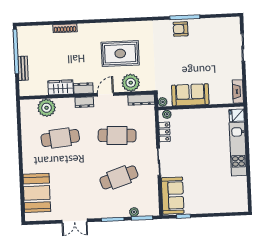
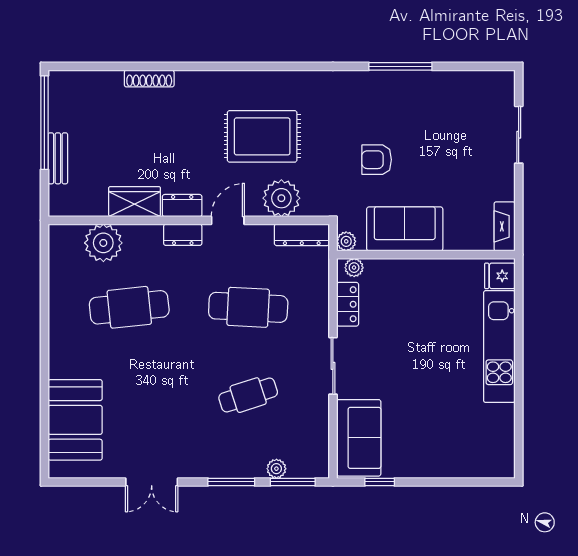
armchair: (181, 29) -> (377, 160), moved
cafe table: (119, 177) -> (248, 395), width x0.73, depth x0.74

